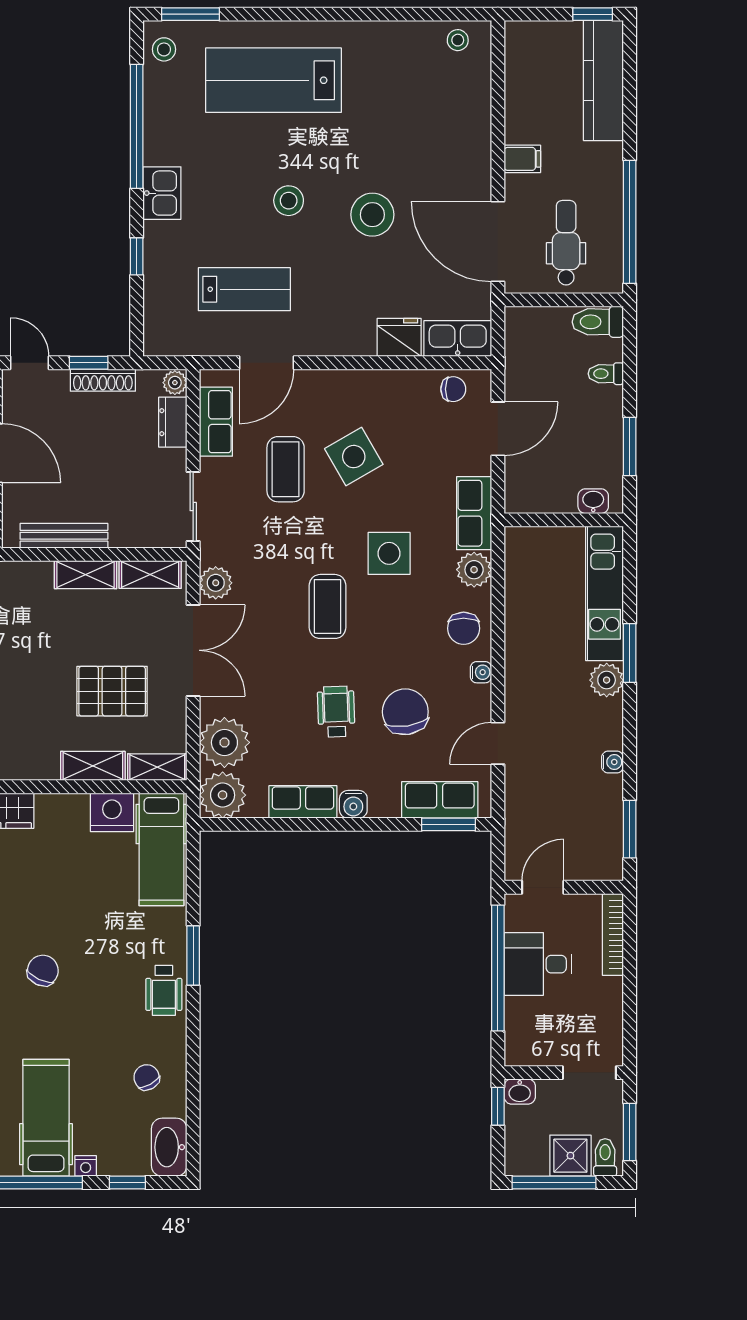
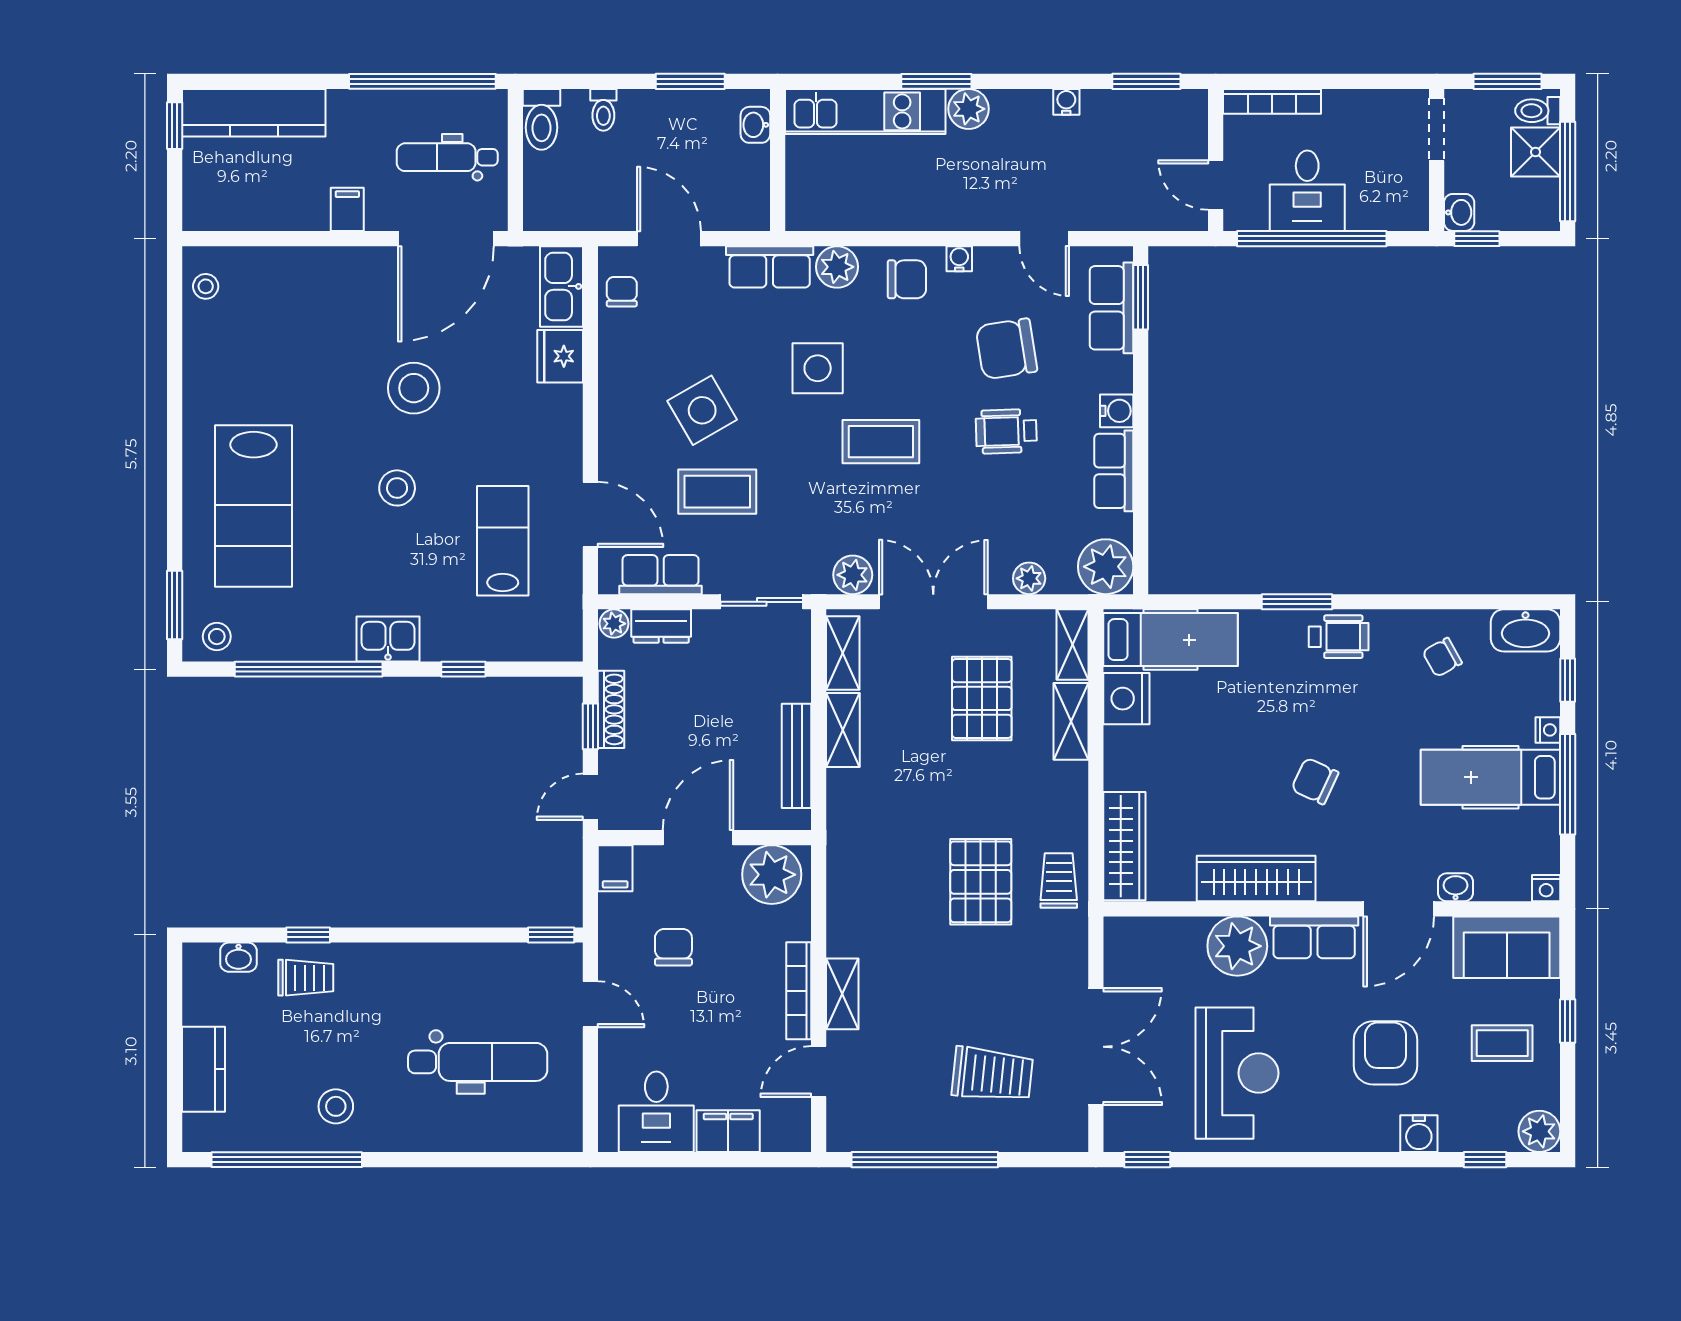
plant: (224, 742) -> (1029, 578), width x0.53, depth x0.53

